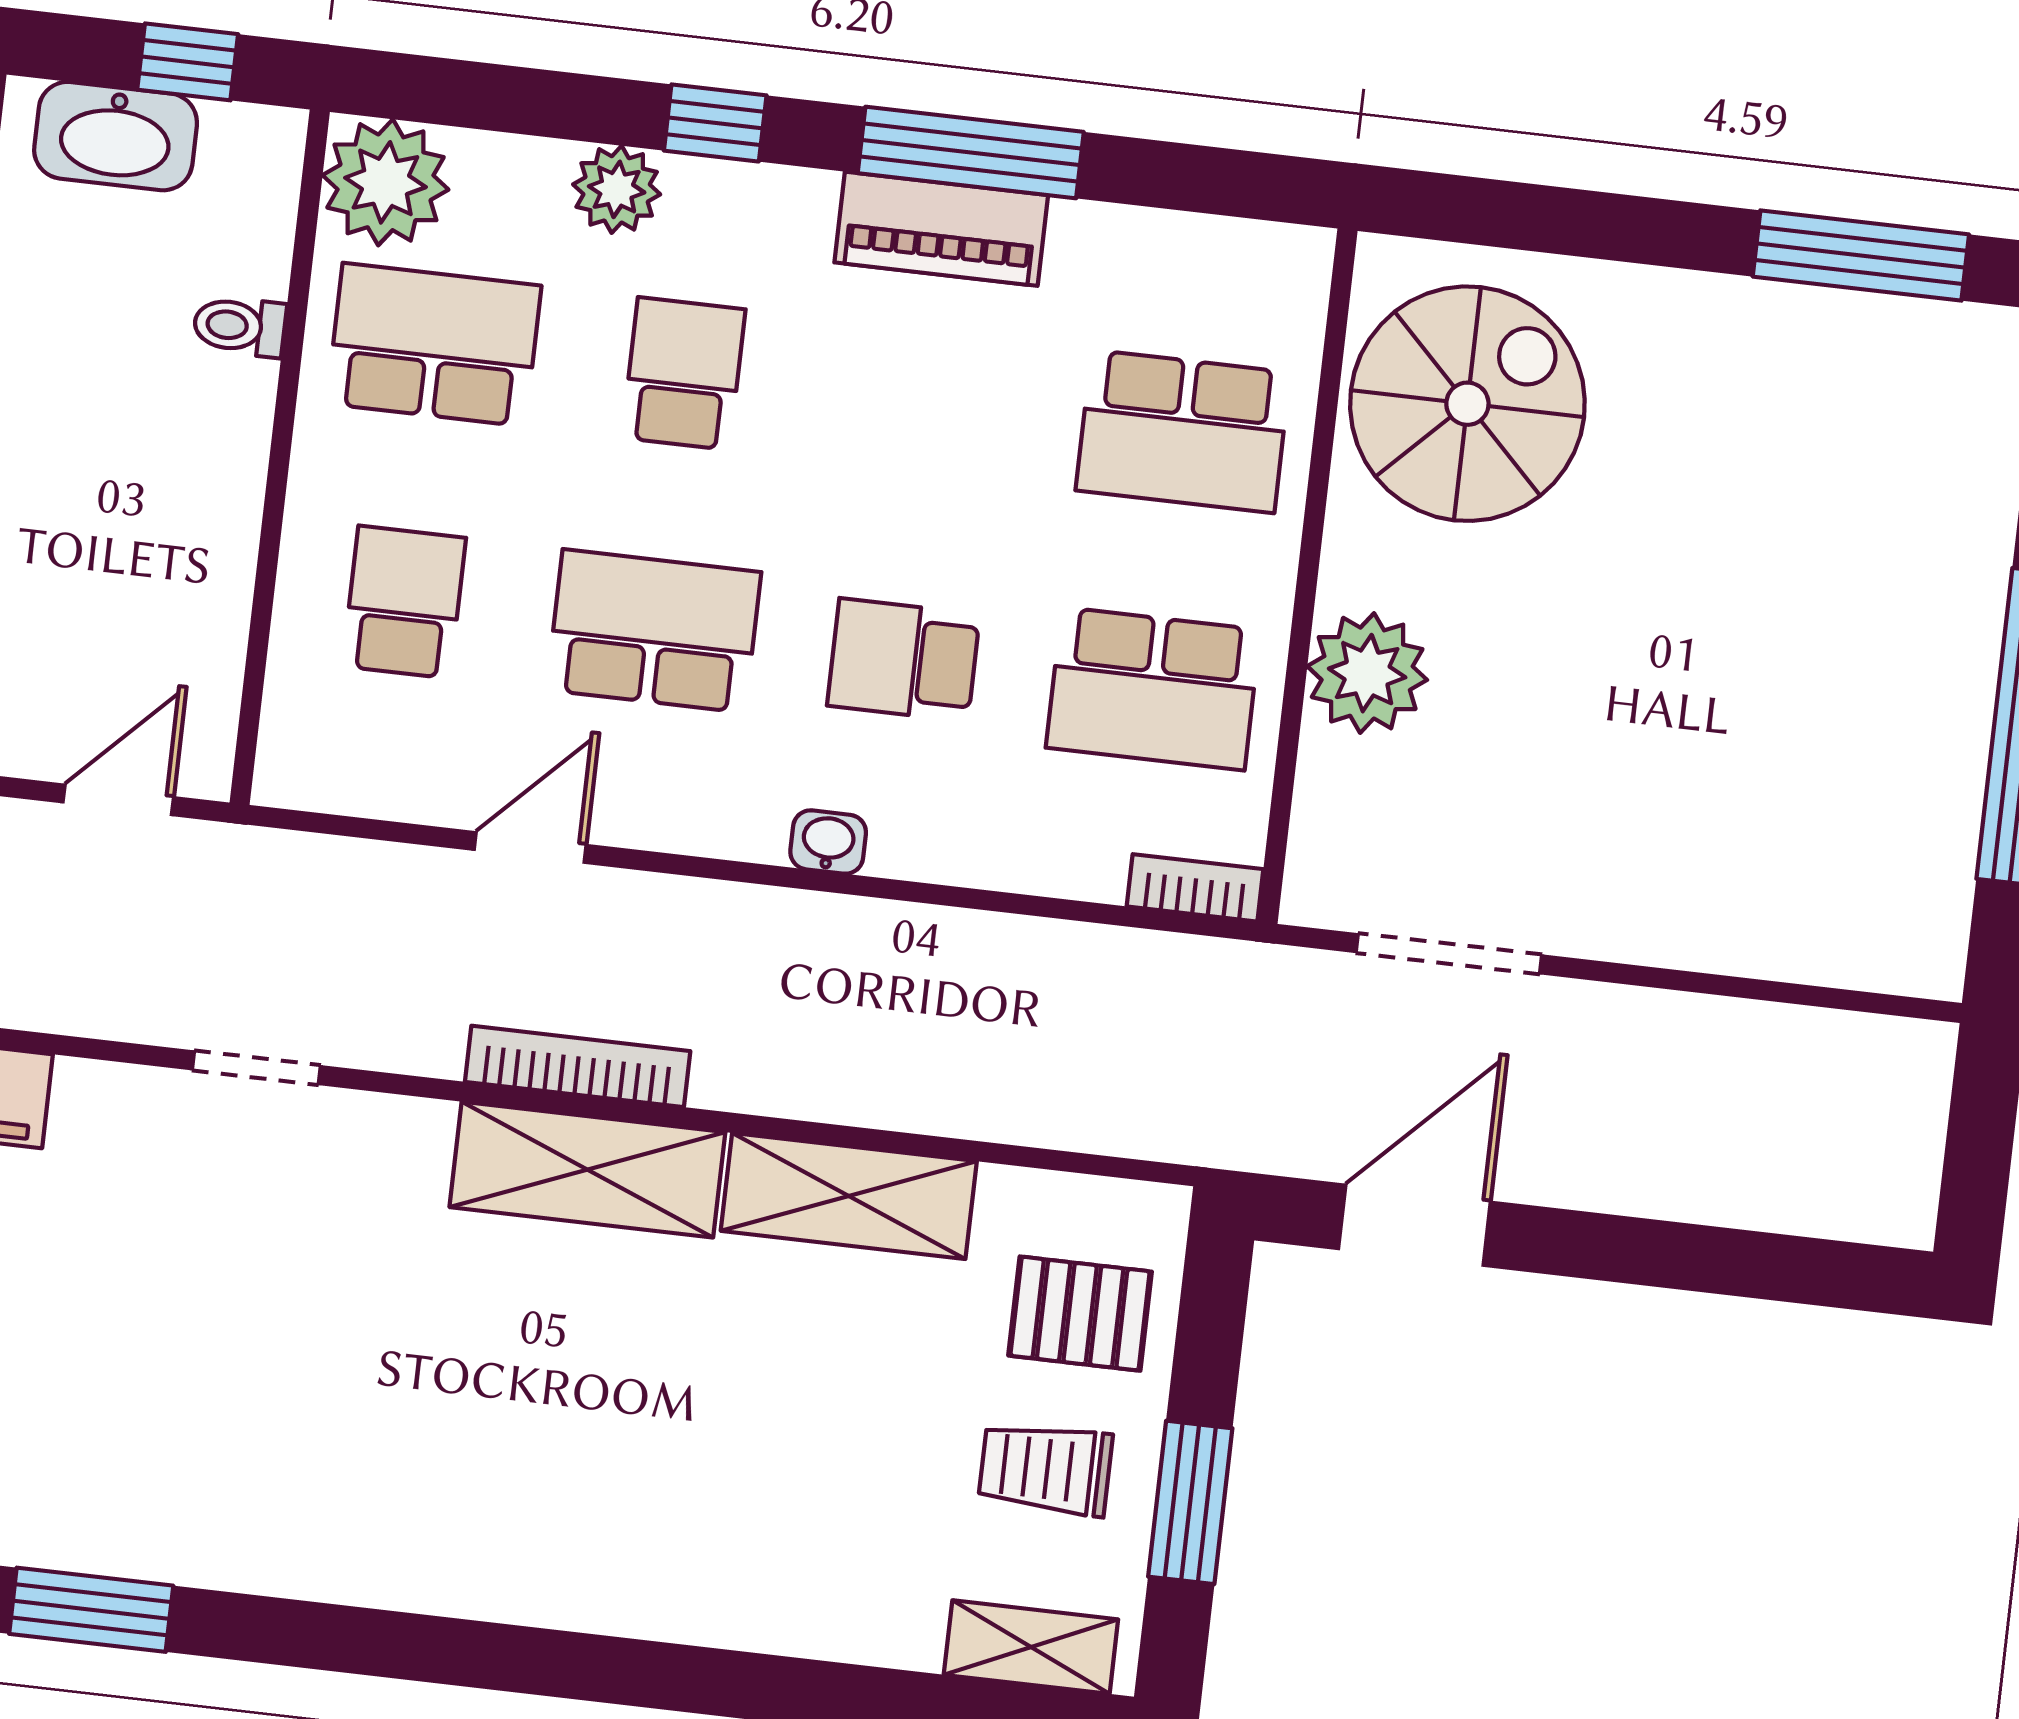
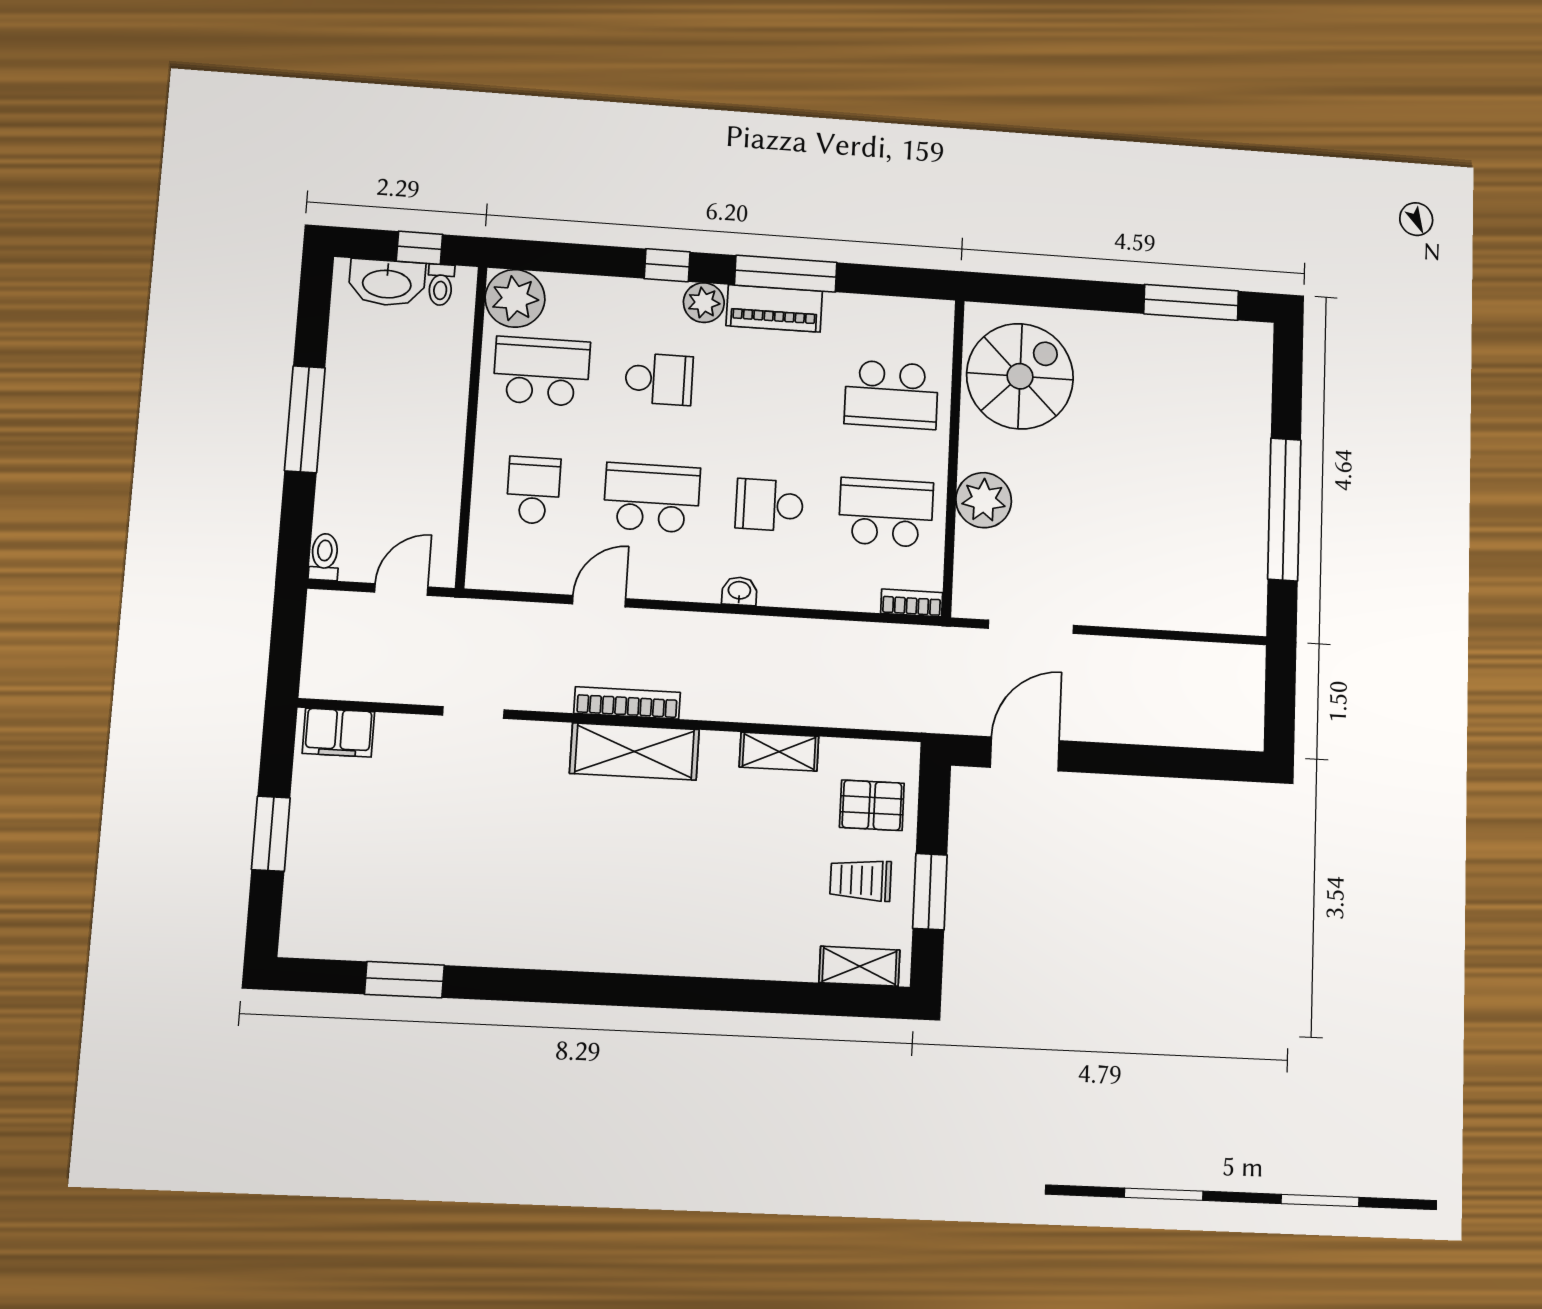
plant: (617, 189) -> (704, 303), moved
toilet: (240, 326) -> (441, 285), moved, turned -90
school desk: (684, 374) -> (659, 379), turned 90
school desk: (1153, 689) -> (886, 512), turned 180
shelving: (849, 1196) -> (779, 752), width x0.67, depth x0.75

